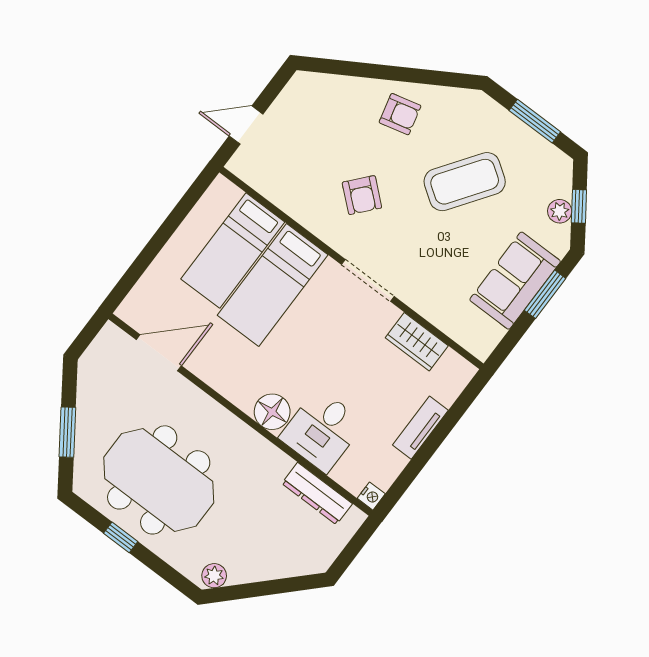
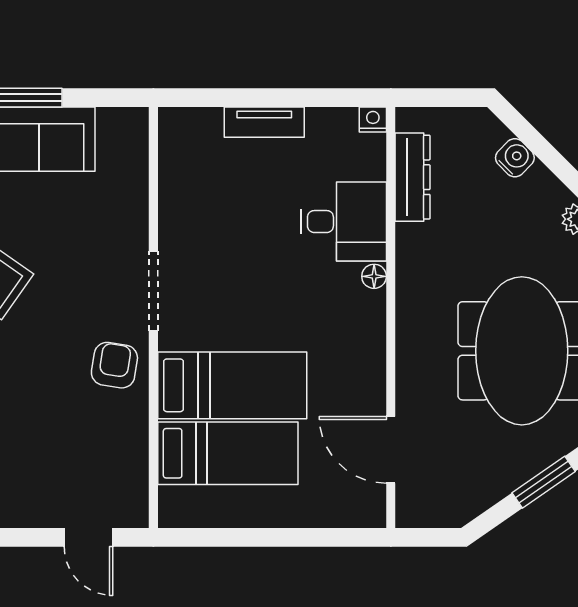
armchair: (362, 195) -> (114, 365), moved, turned -32
wardrobe: (417, 342) -> (179, 193), removed
floor lamp: (272, 412) -> (374, 276), width x0.53, depth x0.53
water cooler: (281, 566) -> (515, 158), added

